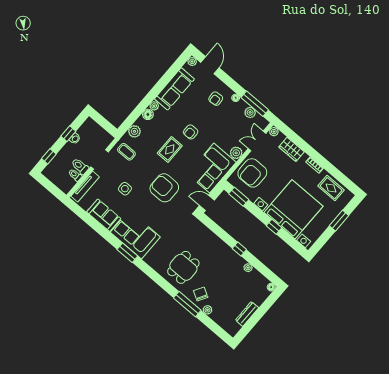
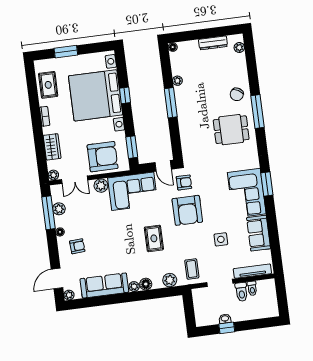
armchair: (191, 132) -> (184, 182), moved
rug: (170, 149) -> (154, 238), turned 90
window: (49, 156) -> (260, 324), removed
window: (239, 249) -> (171, 103), width x2.17
window: (187, 304) -> (258, 111), moved
plant: (207, 310) -> (239, 47), moved

